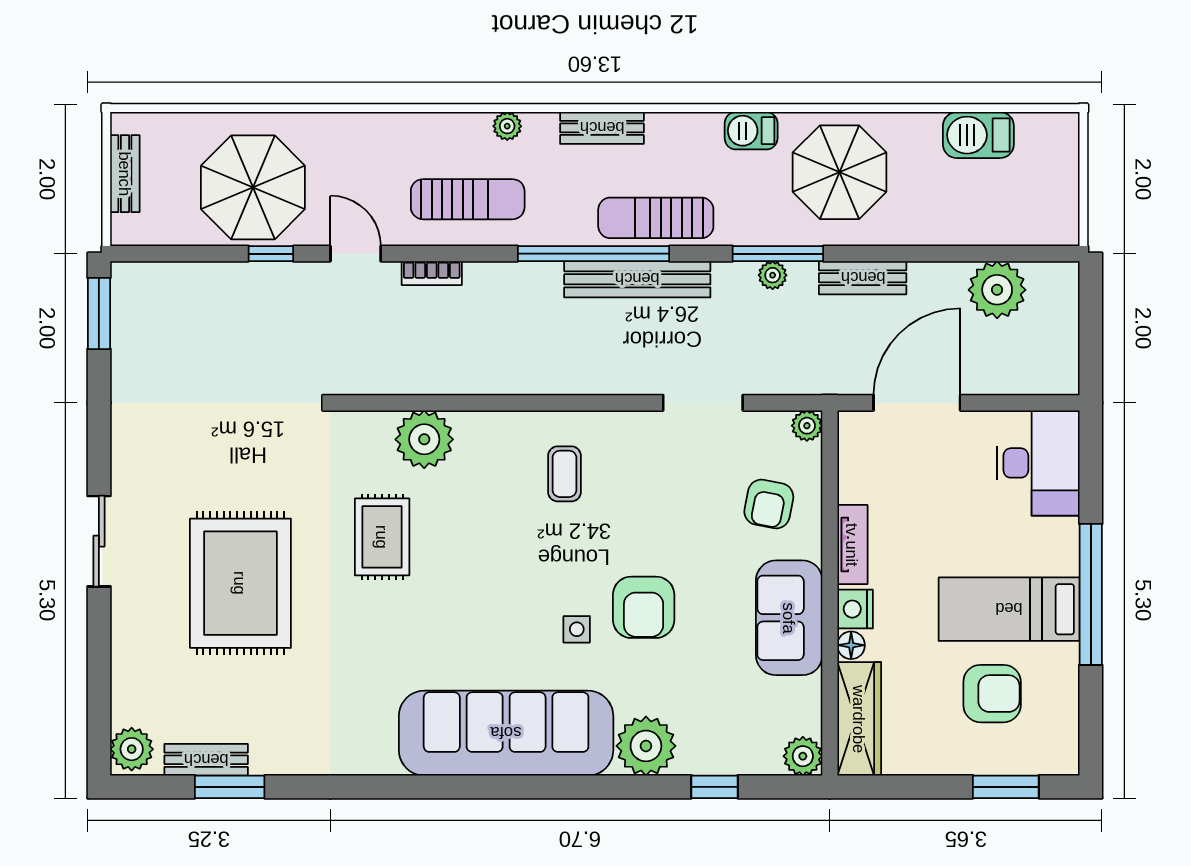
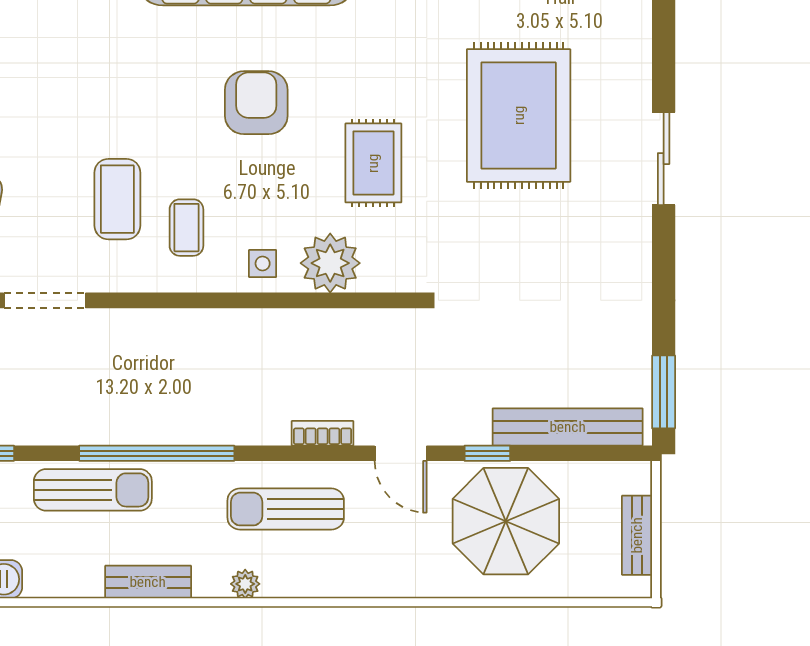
bench: (637, 279) -> (568, 427), moved
coffee table: (632, 502) -> (117, 199), added
armchair: (644, 607) -> (256, 103), moved
side table: (577, 629) -> (263, 263), moved

